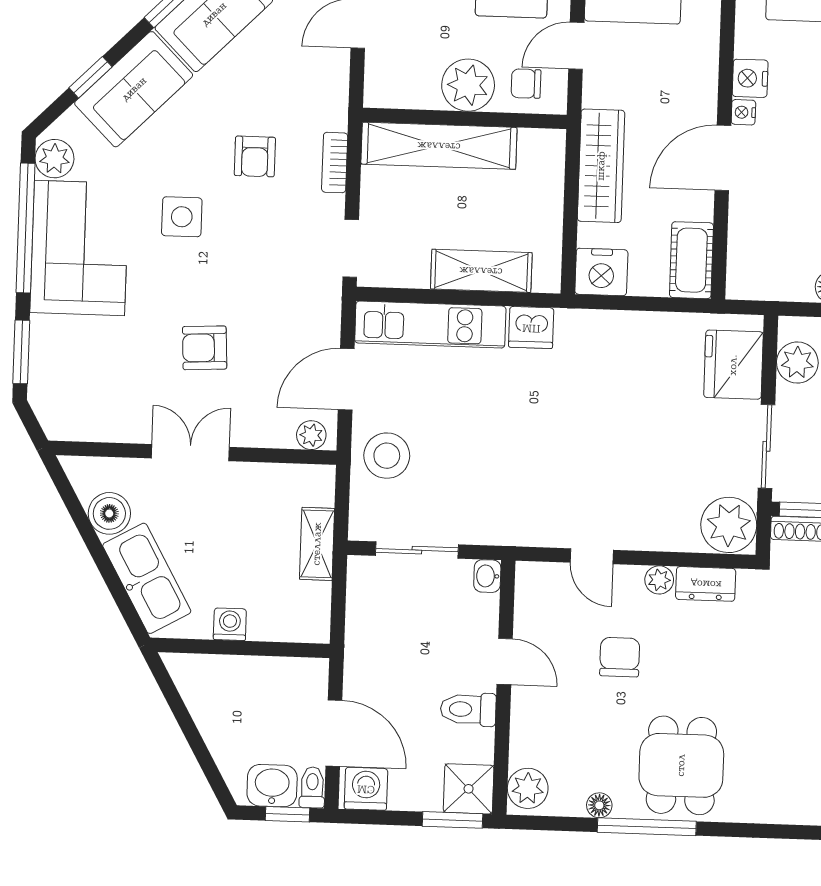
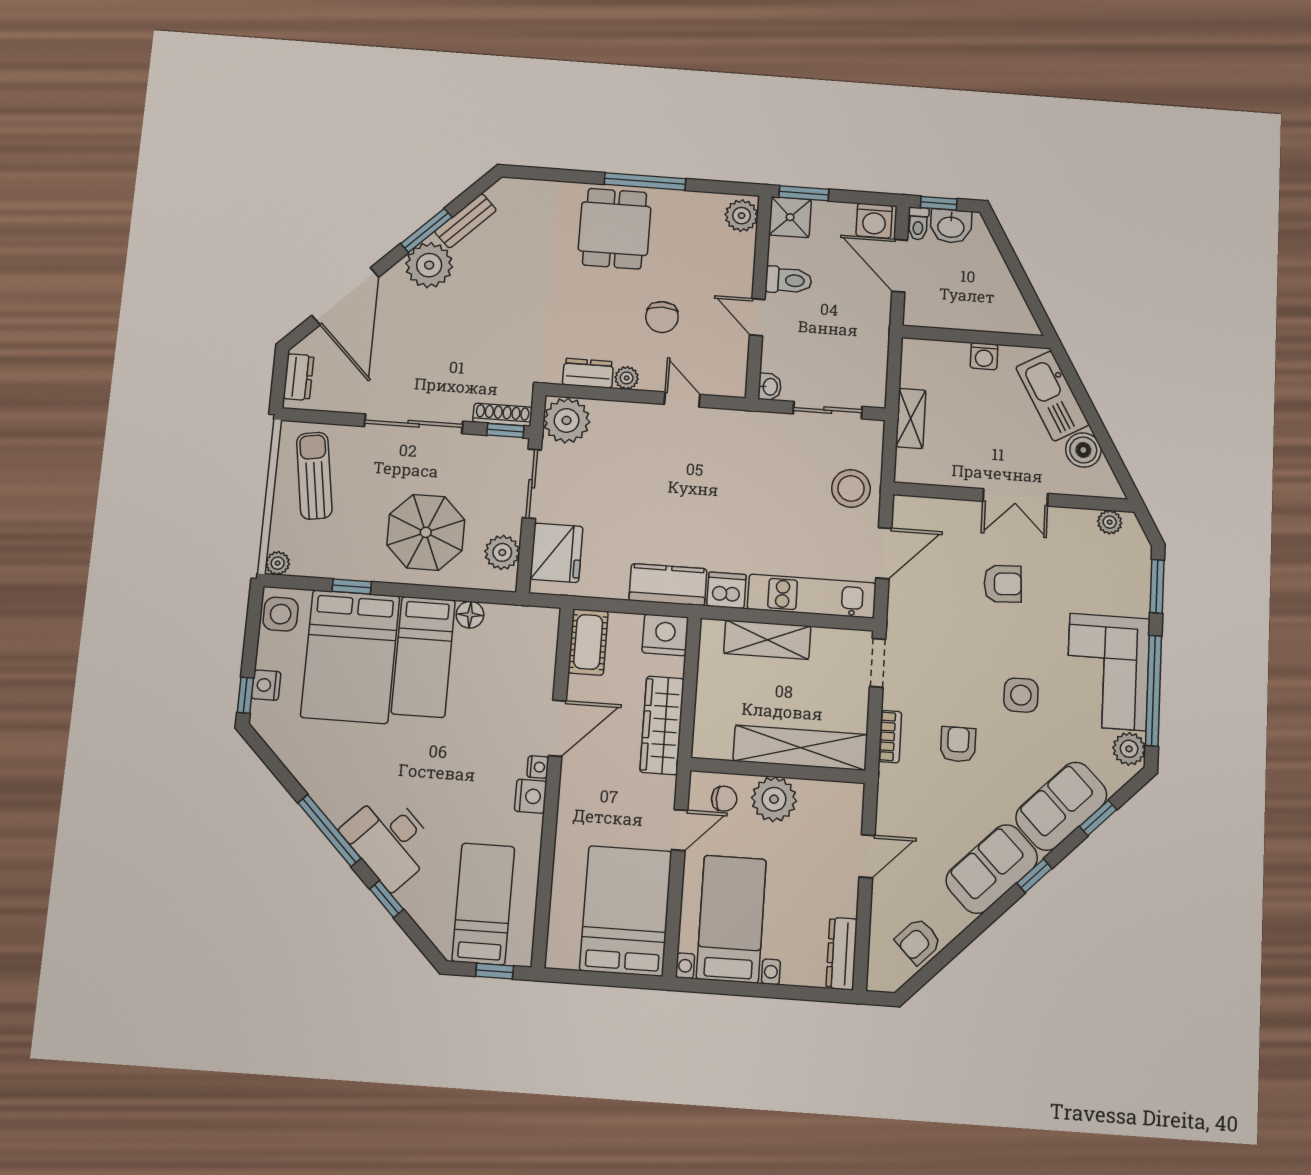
kitchen counter: (600, 332) -> (668, 585), added
plant: (311, 435) -> (1110, 522), moved
floor lamp: (599, 805) -> (683, 200), removed

